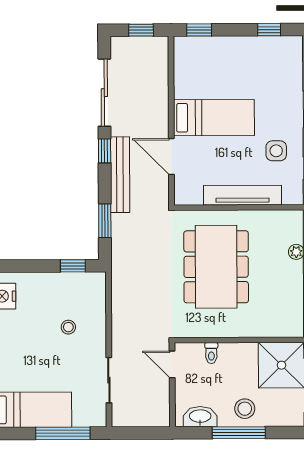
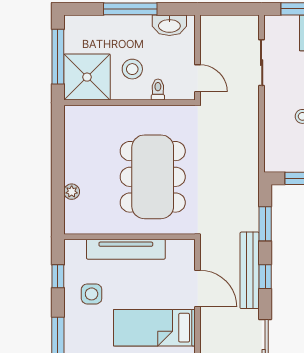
window: (105, 151) -> (265, 277), moved
stool: (245, 409) -> (132, 69), moved

